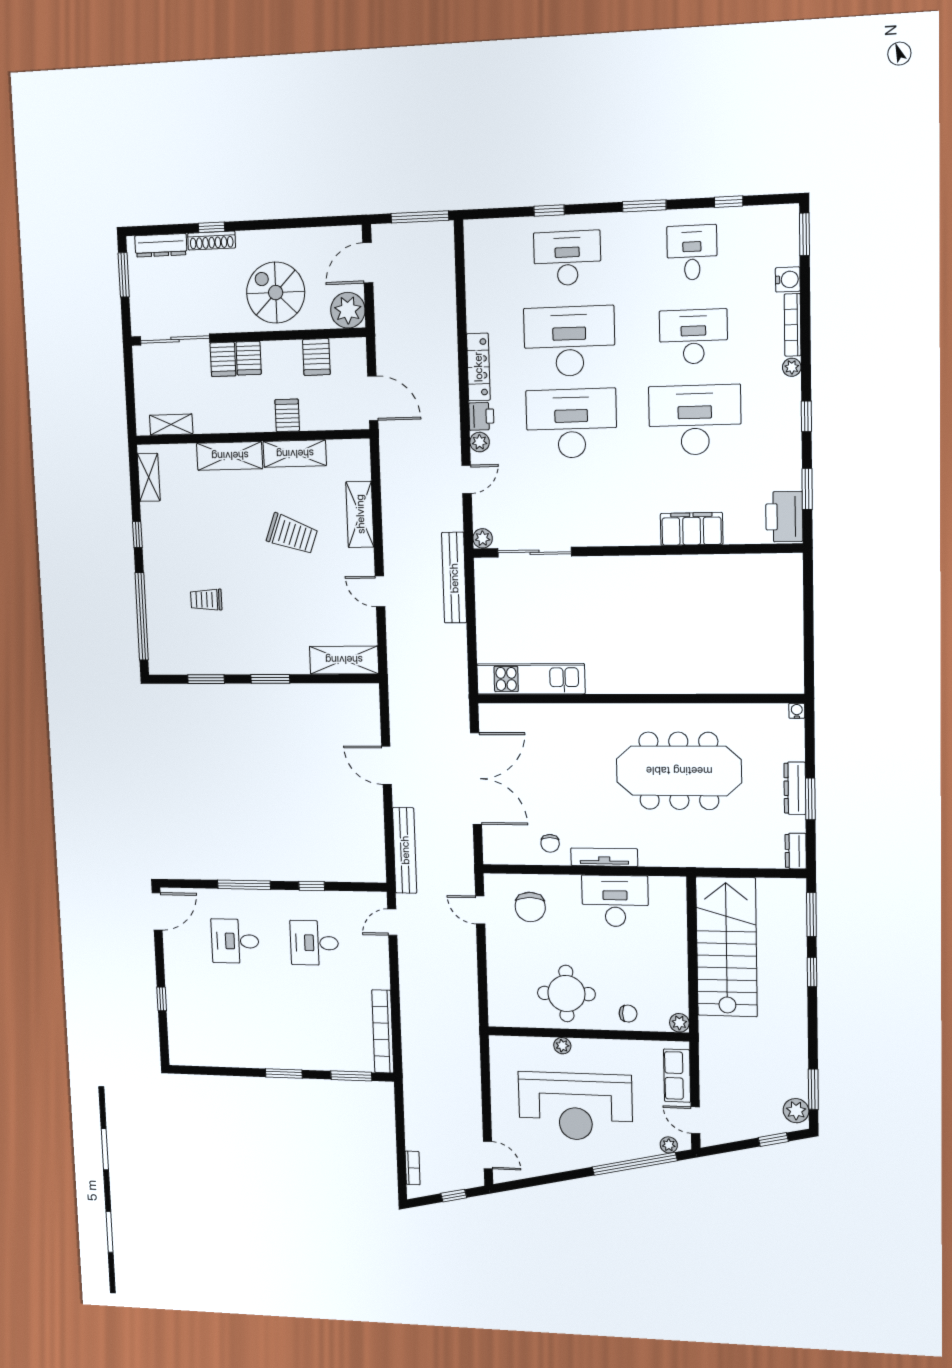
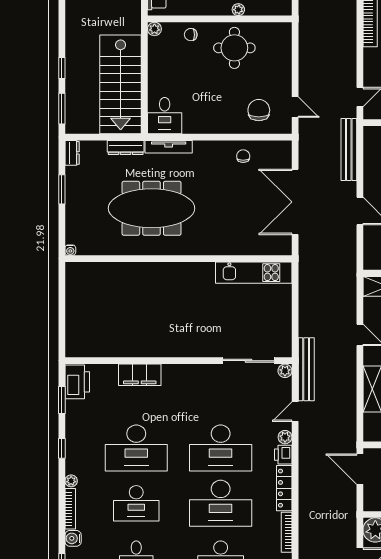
bookcase: (473, 302) -> (287, 532), added
bench: (454, 578) -> (306, 369), moved
dresser: (795, 788) -> (126, 148), moved, turned 90
tv unit: (604, 857) -> (169, 147), moved
desk: (615, 901) -> (165, 116), moved, width x0.73

